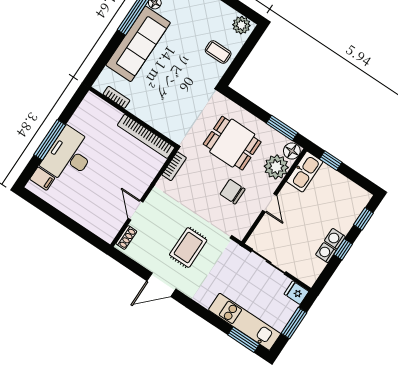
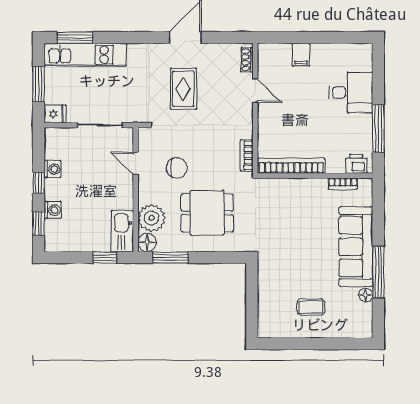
plant: (241, 25) -> (272, 328), removed
coffee table: (218, 52) -> (311, 307), moved
printer: (97, 105) -> (356, 164), added
window: (50, 140) -> (378, 128), moved
desk: (69, 156) -> (351, 93), width x0.73
filing cabinet: (42, 179) -> (301, 55), moved, turned -90
door: (270, 203) -> (136, 163), moved
washing machine: (335, 239) -> (53, 210), moved

